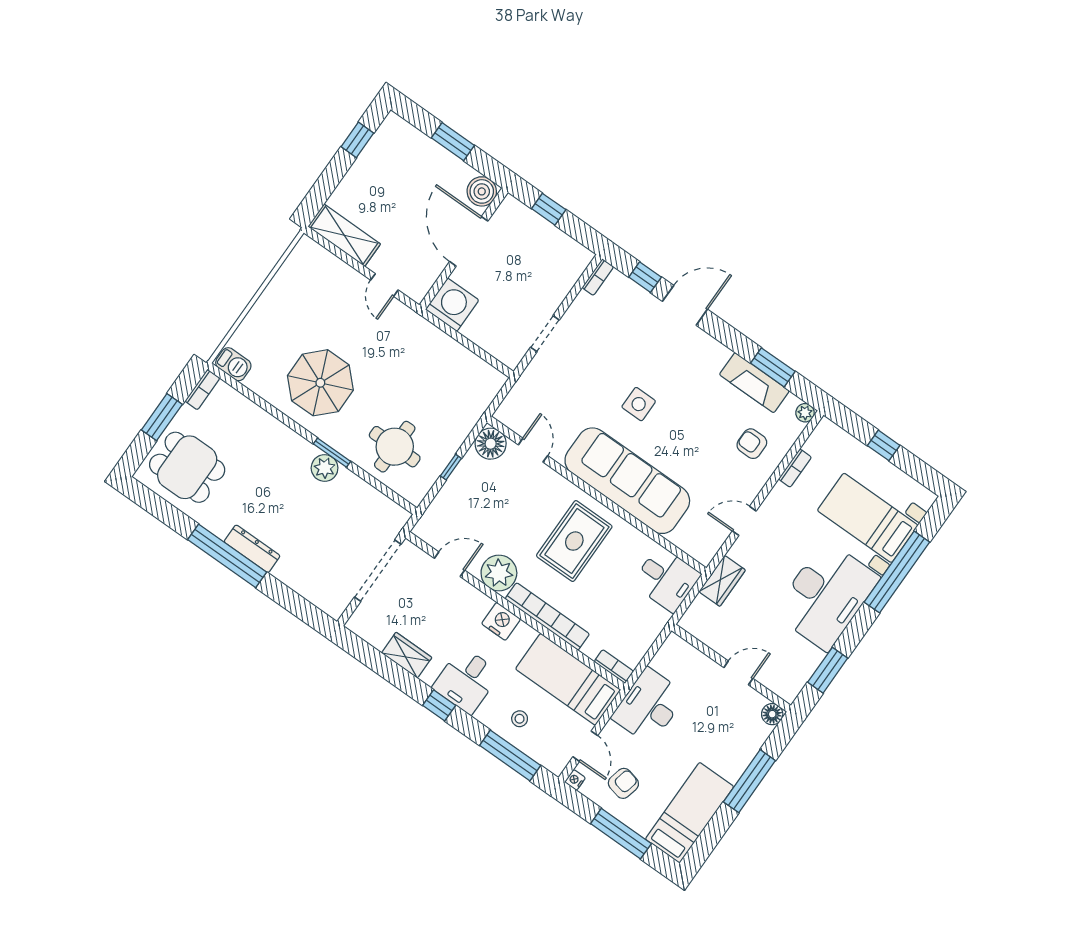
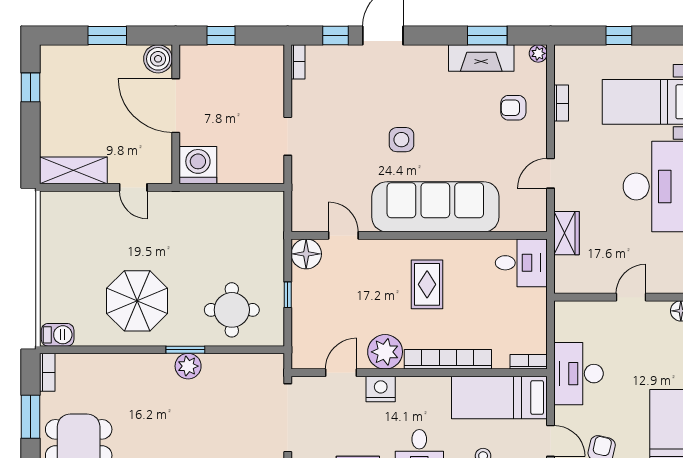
rug: (574, 541) -> (427, 284), width x0.73, depth x0.70
nightstand: (501, 621) -> (381, 389), moved

